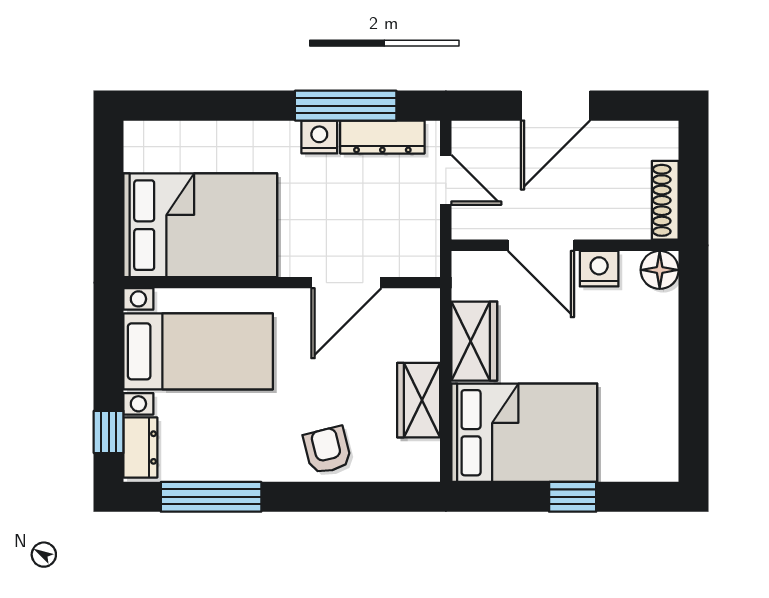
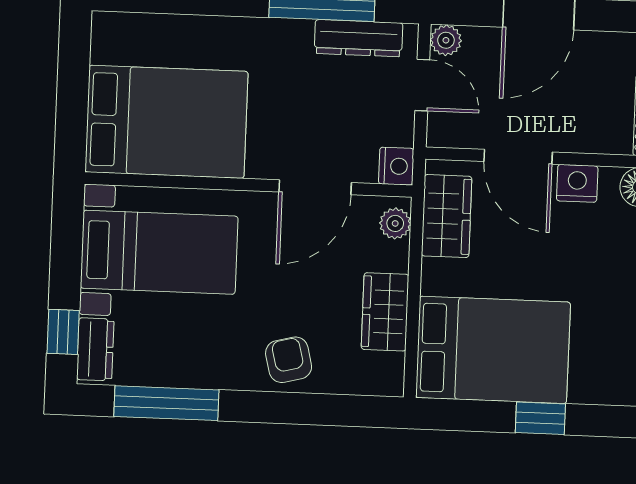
plant: (467, 136) -> (446, 40), added
nightstand: (319, 137) -> (396, 166), moved, turned 90
plant: (425, 314) -> (395, 223), added
wardrobe: (474, 341) -> (447, 216), moved

